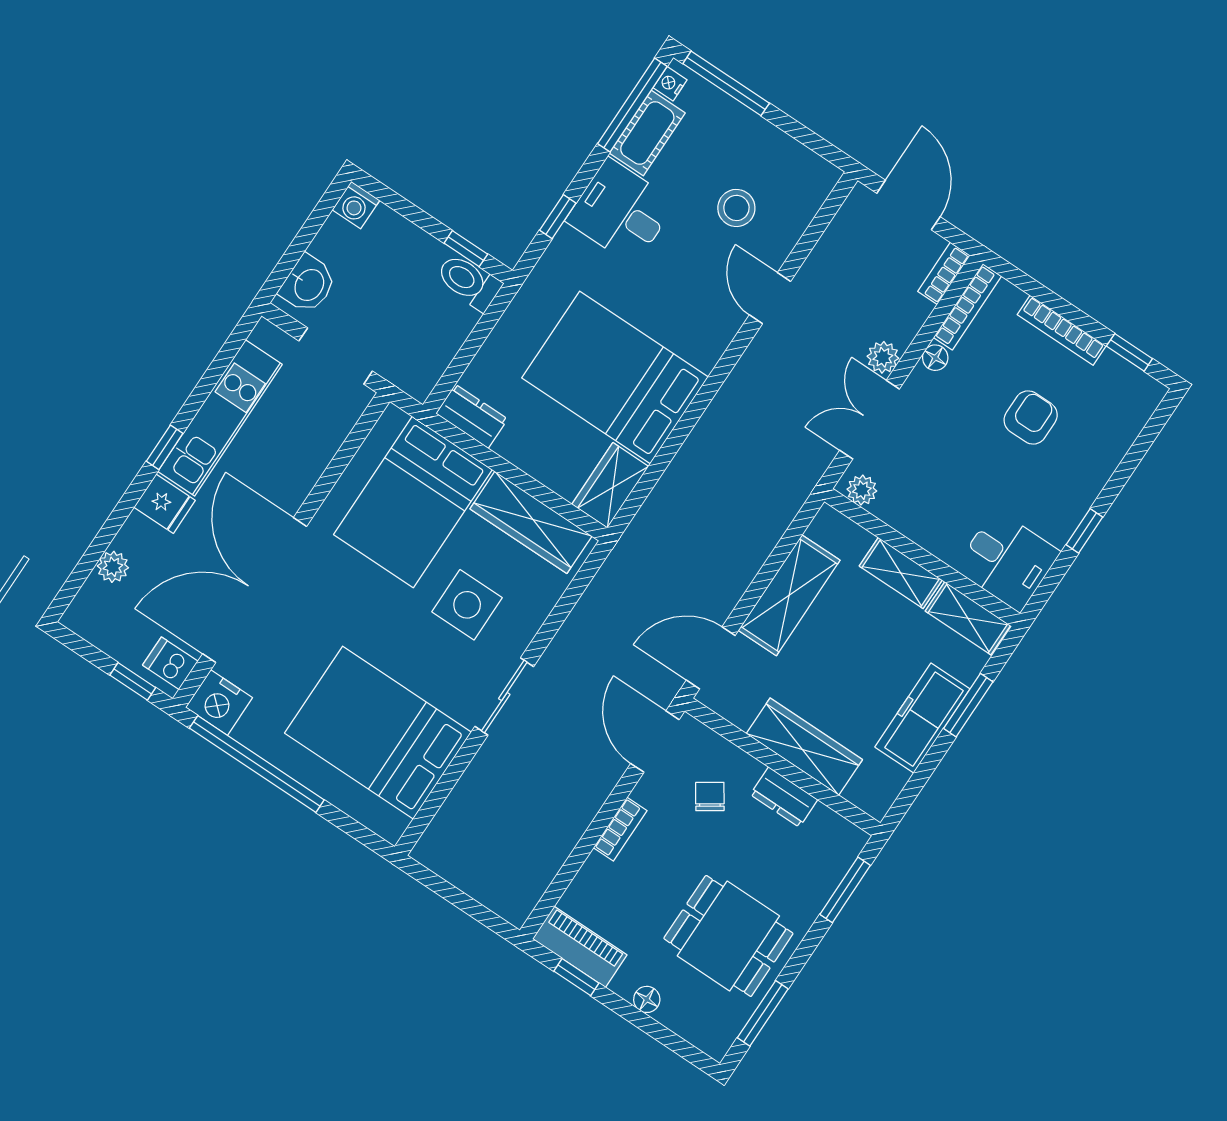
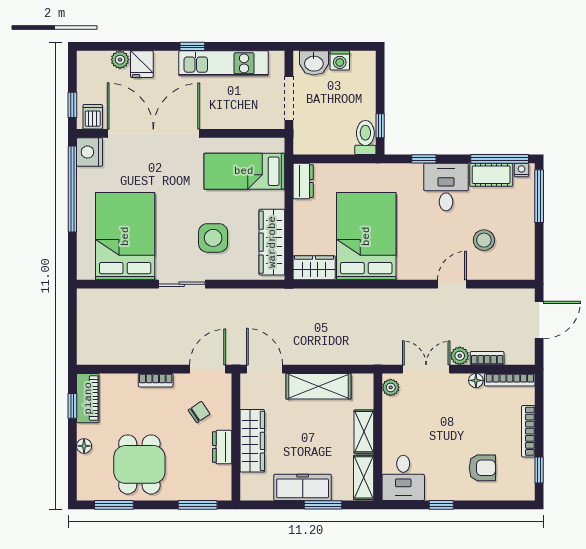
washing machine: (356, 205) -> (340, 60), moved, turned -90
bookcase: (944, 273) -> (487, 358), moved
armchair: (1031, 417) -> (482, 468), moved
bed: (413, 502) -> (244, 171), width x0.67
fridge: (165, 504) -> (142, 64), moved

